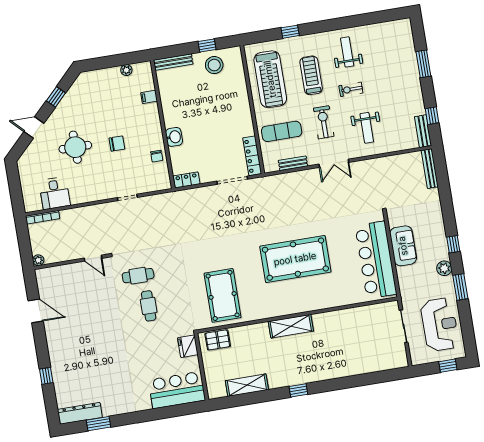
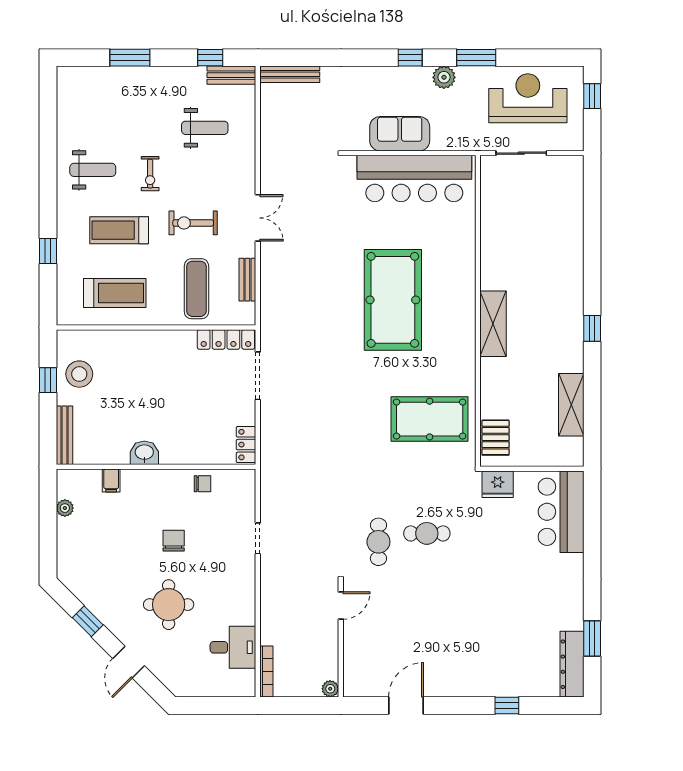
weight bench: (347, 52) -> (93, 170), turned 180
treadmill: (270, 79) -> (115, 293), width x0.73, depth x0.73
weight bench: (367, 128) -> (205, 128), moved
washbasin: (174, 137) -> (144, 453), moved

